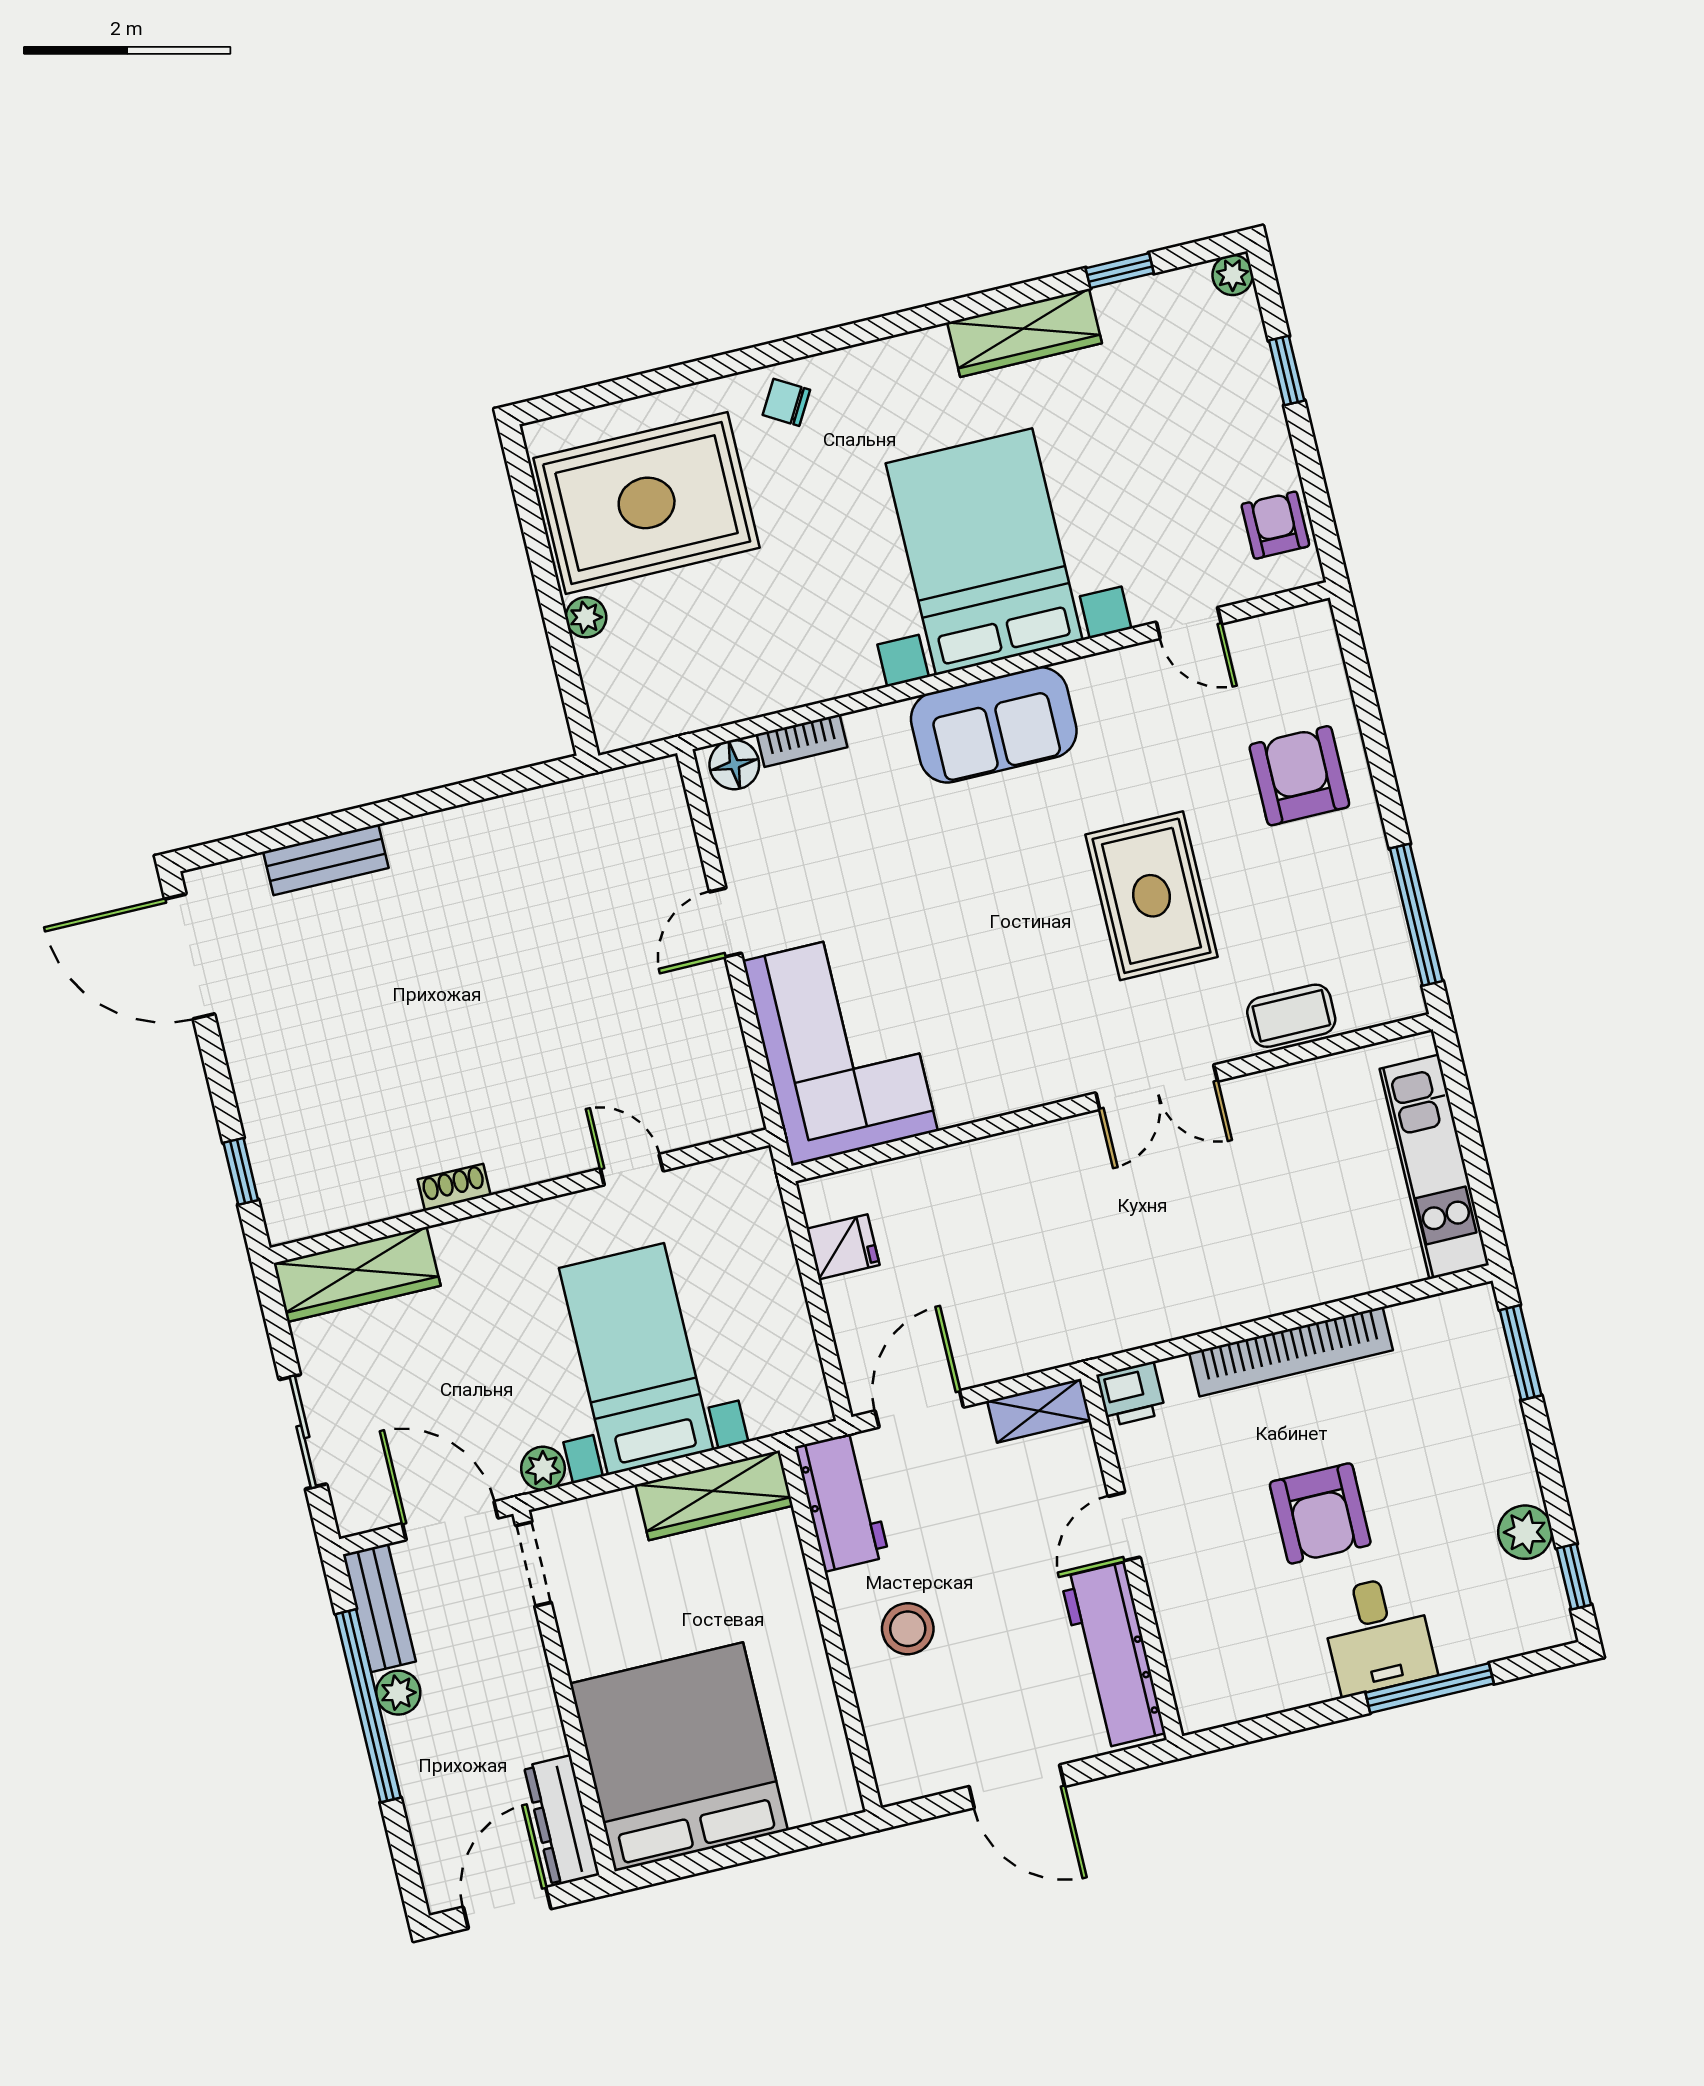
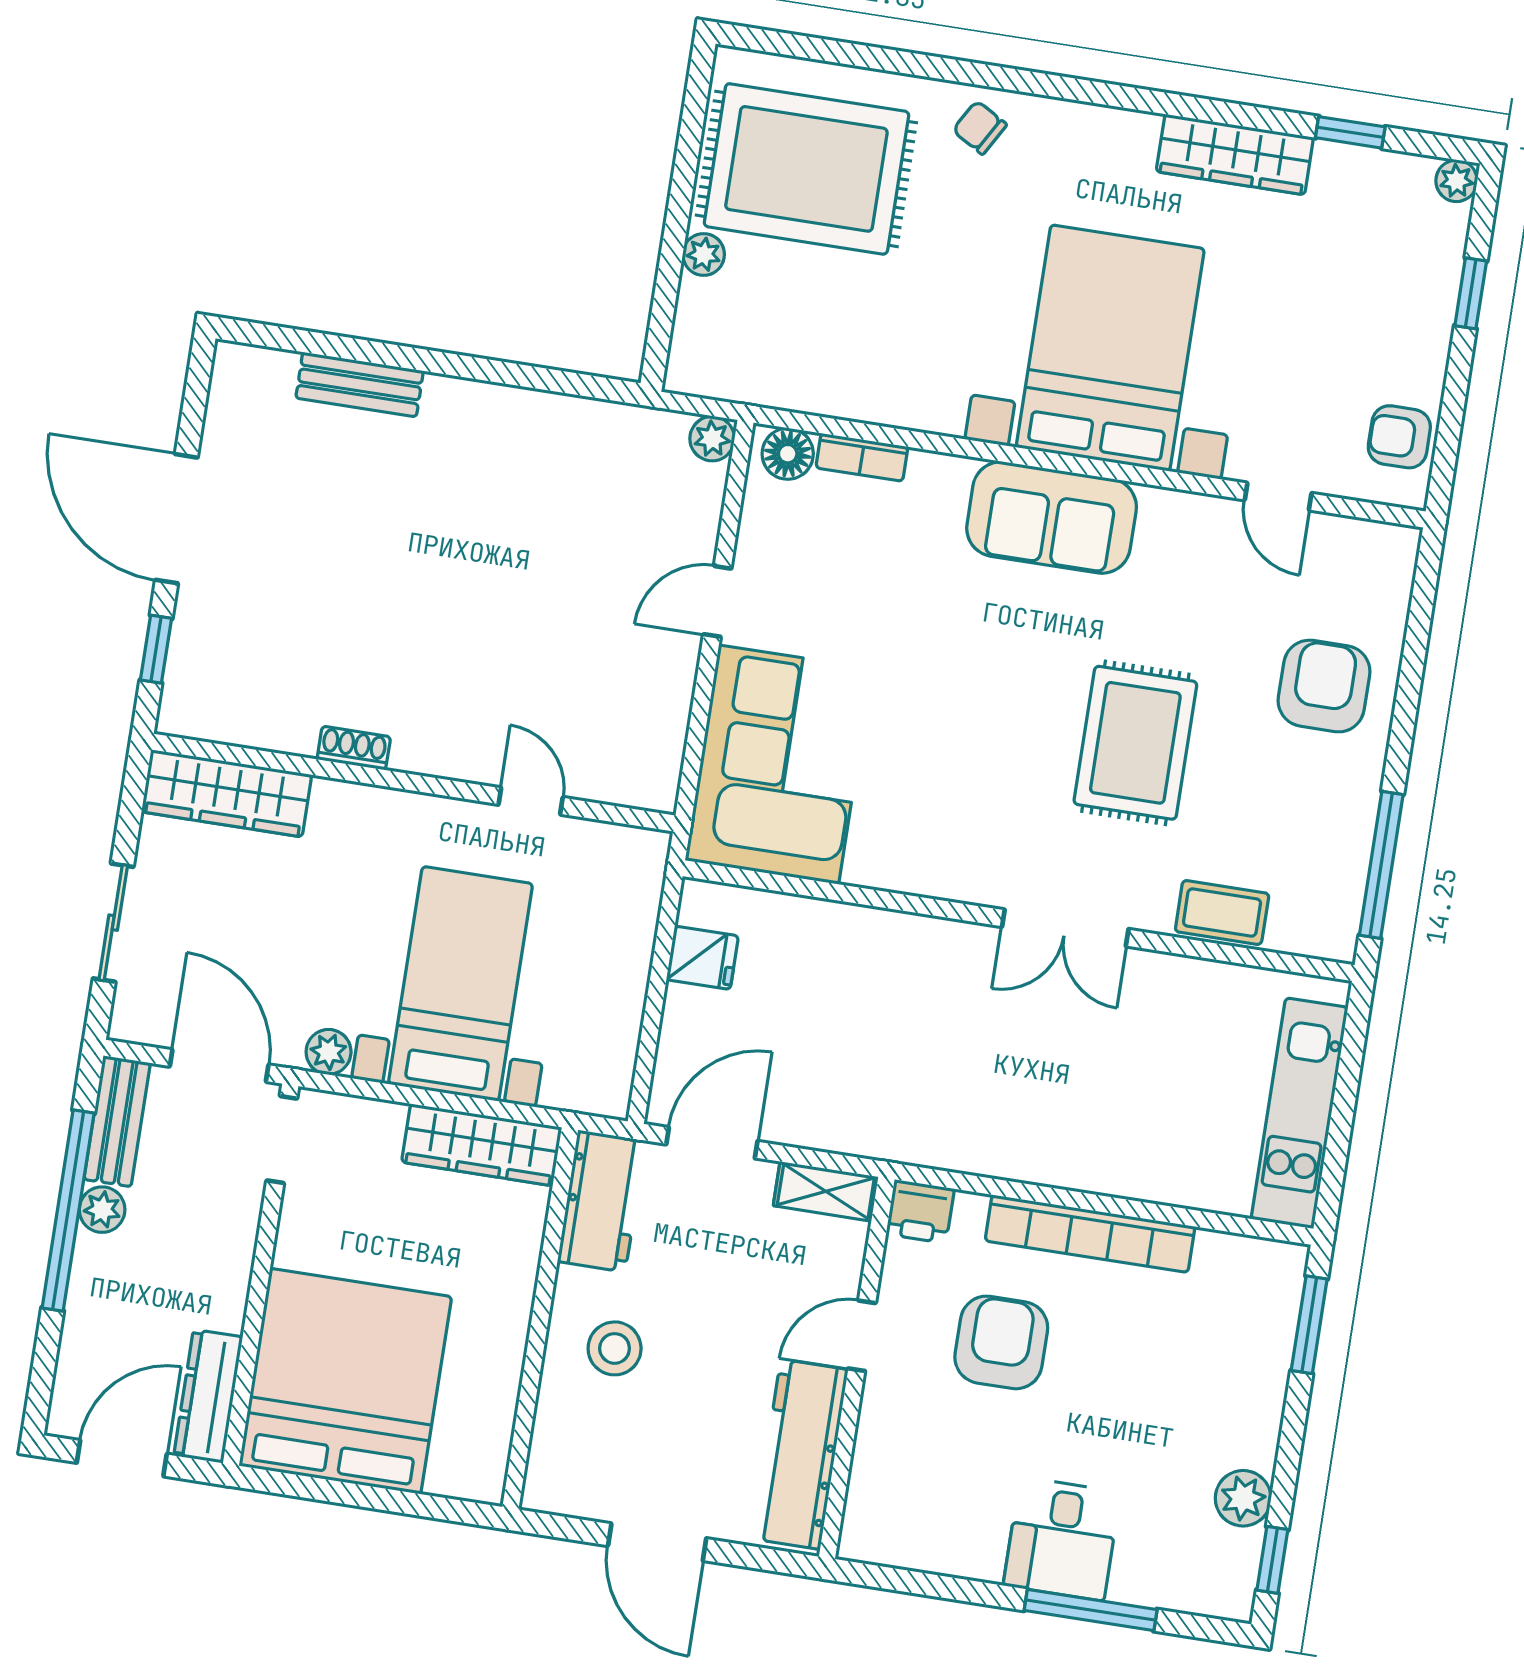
armchair: (1275, 525) -> (1399, 437), turned -90
plant: (661, 779) -> (712, 439), added
door: (190, 956) -> (176, 519), moved
armchair: (1320, 1513) -> (1001, 1342), moved, turned 180

